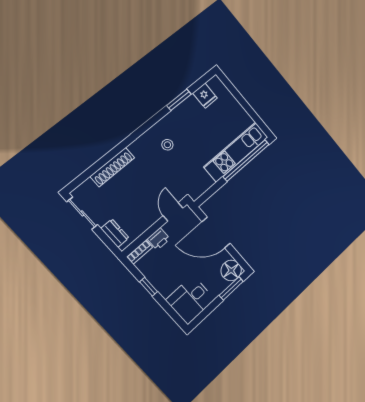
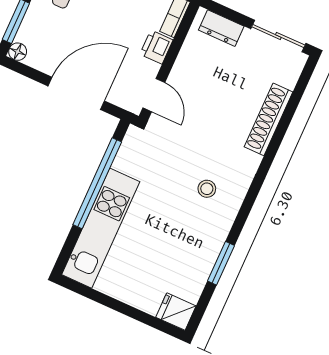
fridge: (205, 96) -> (176, 312), moved
window: (246, 160) -> (97, 183), moved
floor lamp: (231, 270) -> (18, 52), width x0.53, depth x0.53

